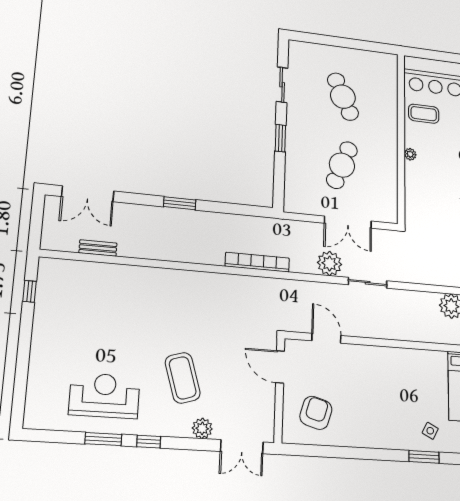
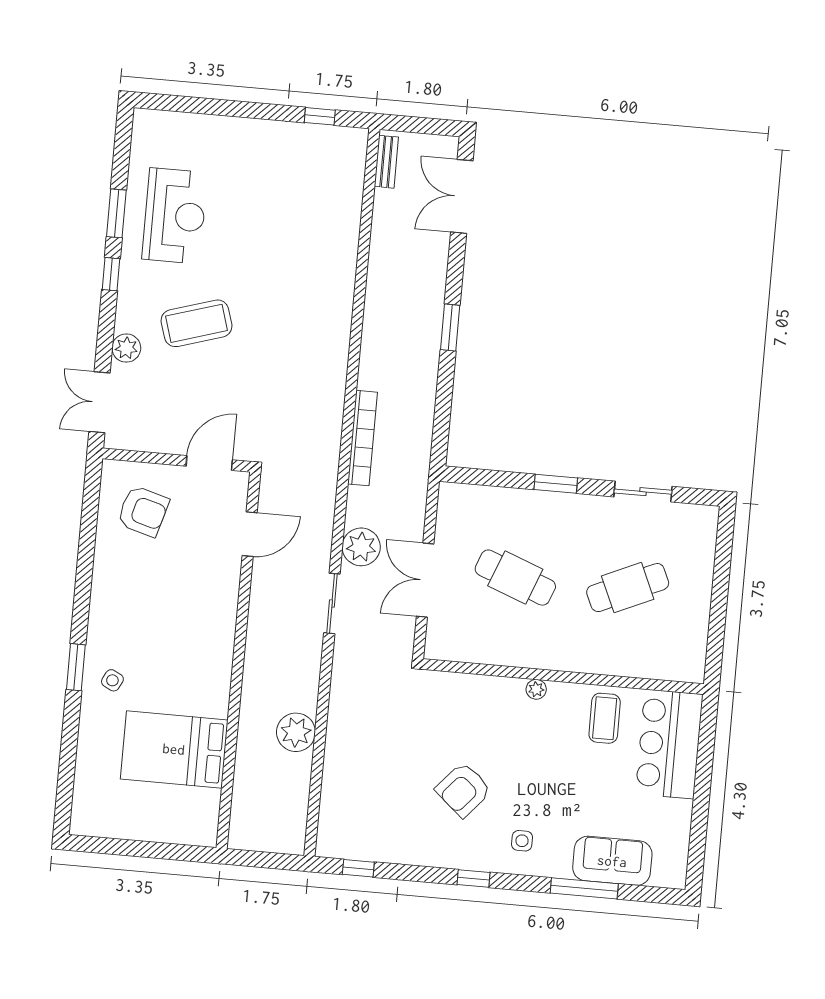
bench: (98, 248) -> (386, 162), moved

